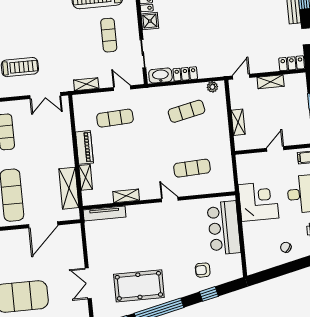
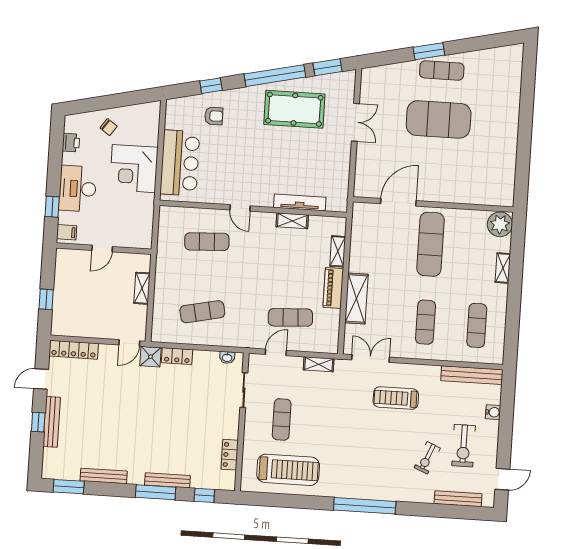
shower: (150, 21) -> (151, 357), moved
locker: (292, 63) -> (74, 350), width x1.53
locker: (185, 74) -> (177, 356), moved
washbasin: (160, 76) -> (227, 358), width x0.52, depth x0.69
shelving: (271, 82) -> (95, 331), removed
plant: (212, 87) -> (166, 336), removed
door: (122, 88) -> (276, 352), swing flipped
shelving: (69, 188) -> (356, 298), moved
corner desk: (259, 201) -> (134, 169), moved
tv unit: (104, 213) -> (300, 202), moved

